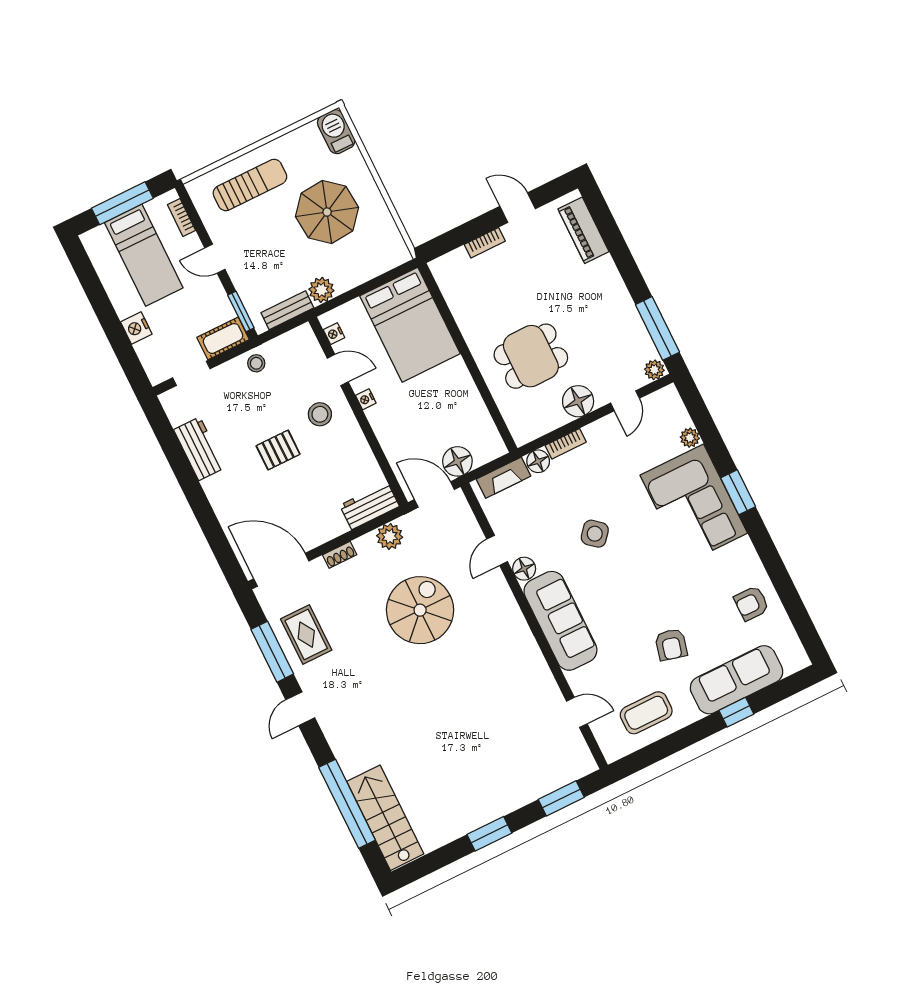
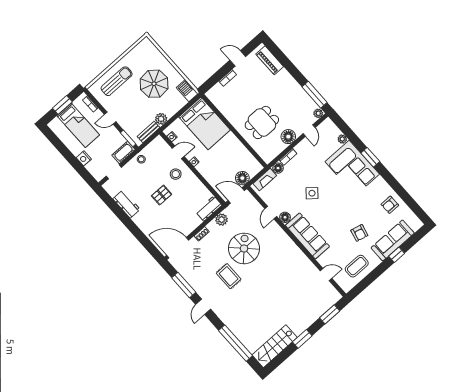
barbecue: (336, 132) -> (187, 91), moved
window: (122, 203) -> (62, 105), width x0.69
rug: (306, 635) -> (229, 276), moved
stairs: (385, 818) -> (275, 346), moved, turned -90

